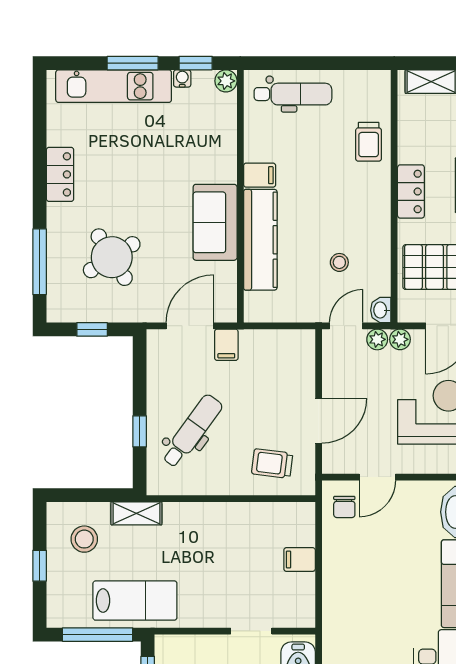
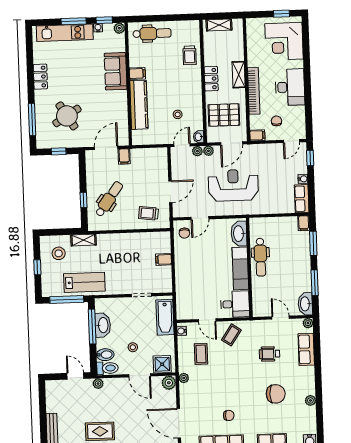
sofa: (215, 222) -> (116, 71), moved

